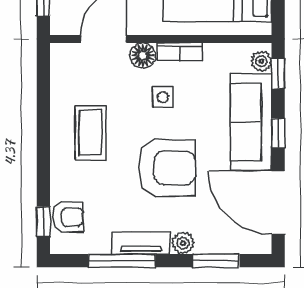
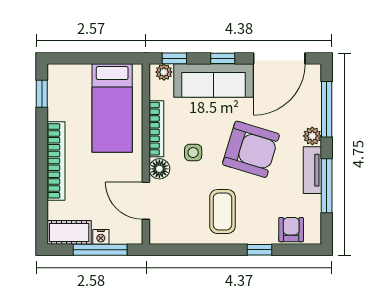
bookcase: (180, 52) -> (156, 129), width x1.56
coffee table: (90, 133) -> (222, 212), turned 90
armchair: (167, 168) -> (251, 149), turned 107
window: (43, 222) -> (259, 250), moved
window: (216, 261) -> (327, 109), width x1.44

